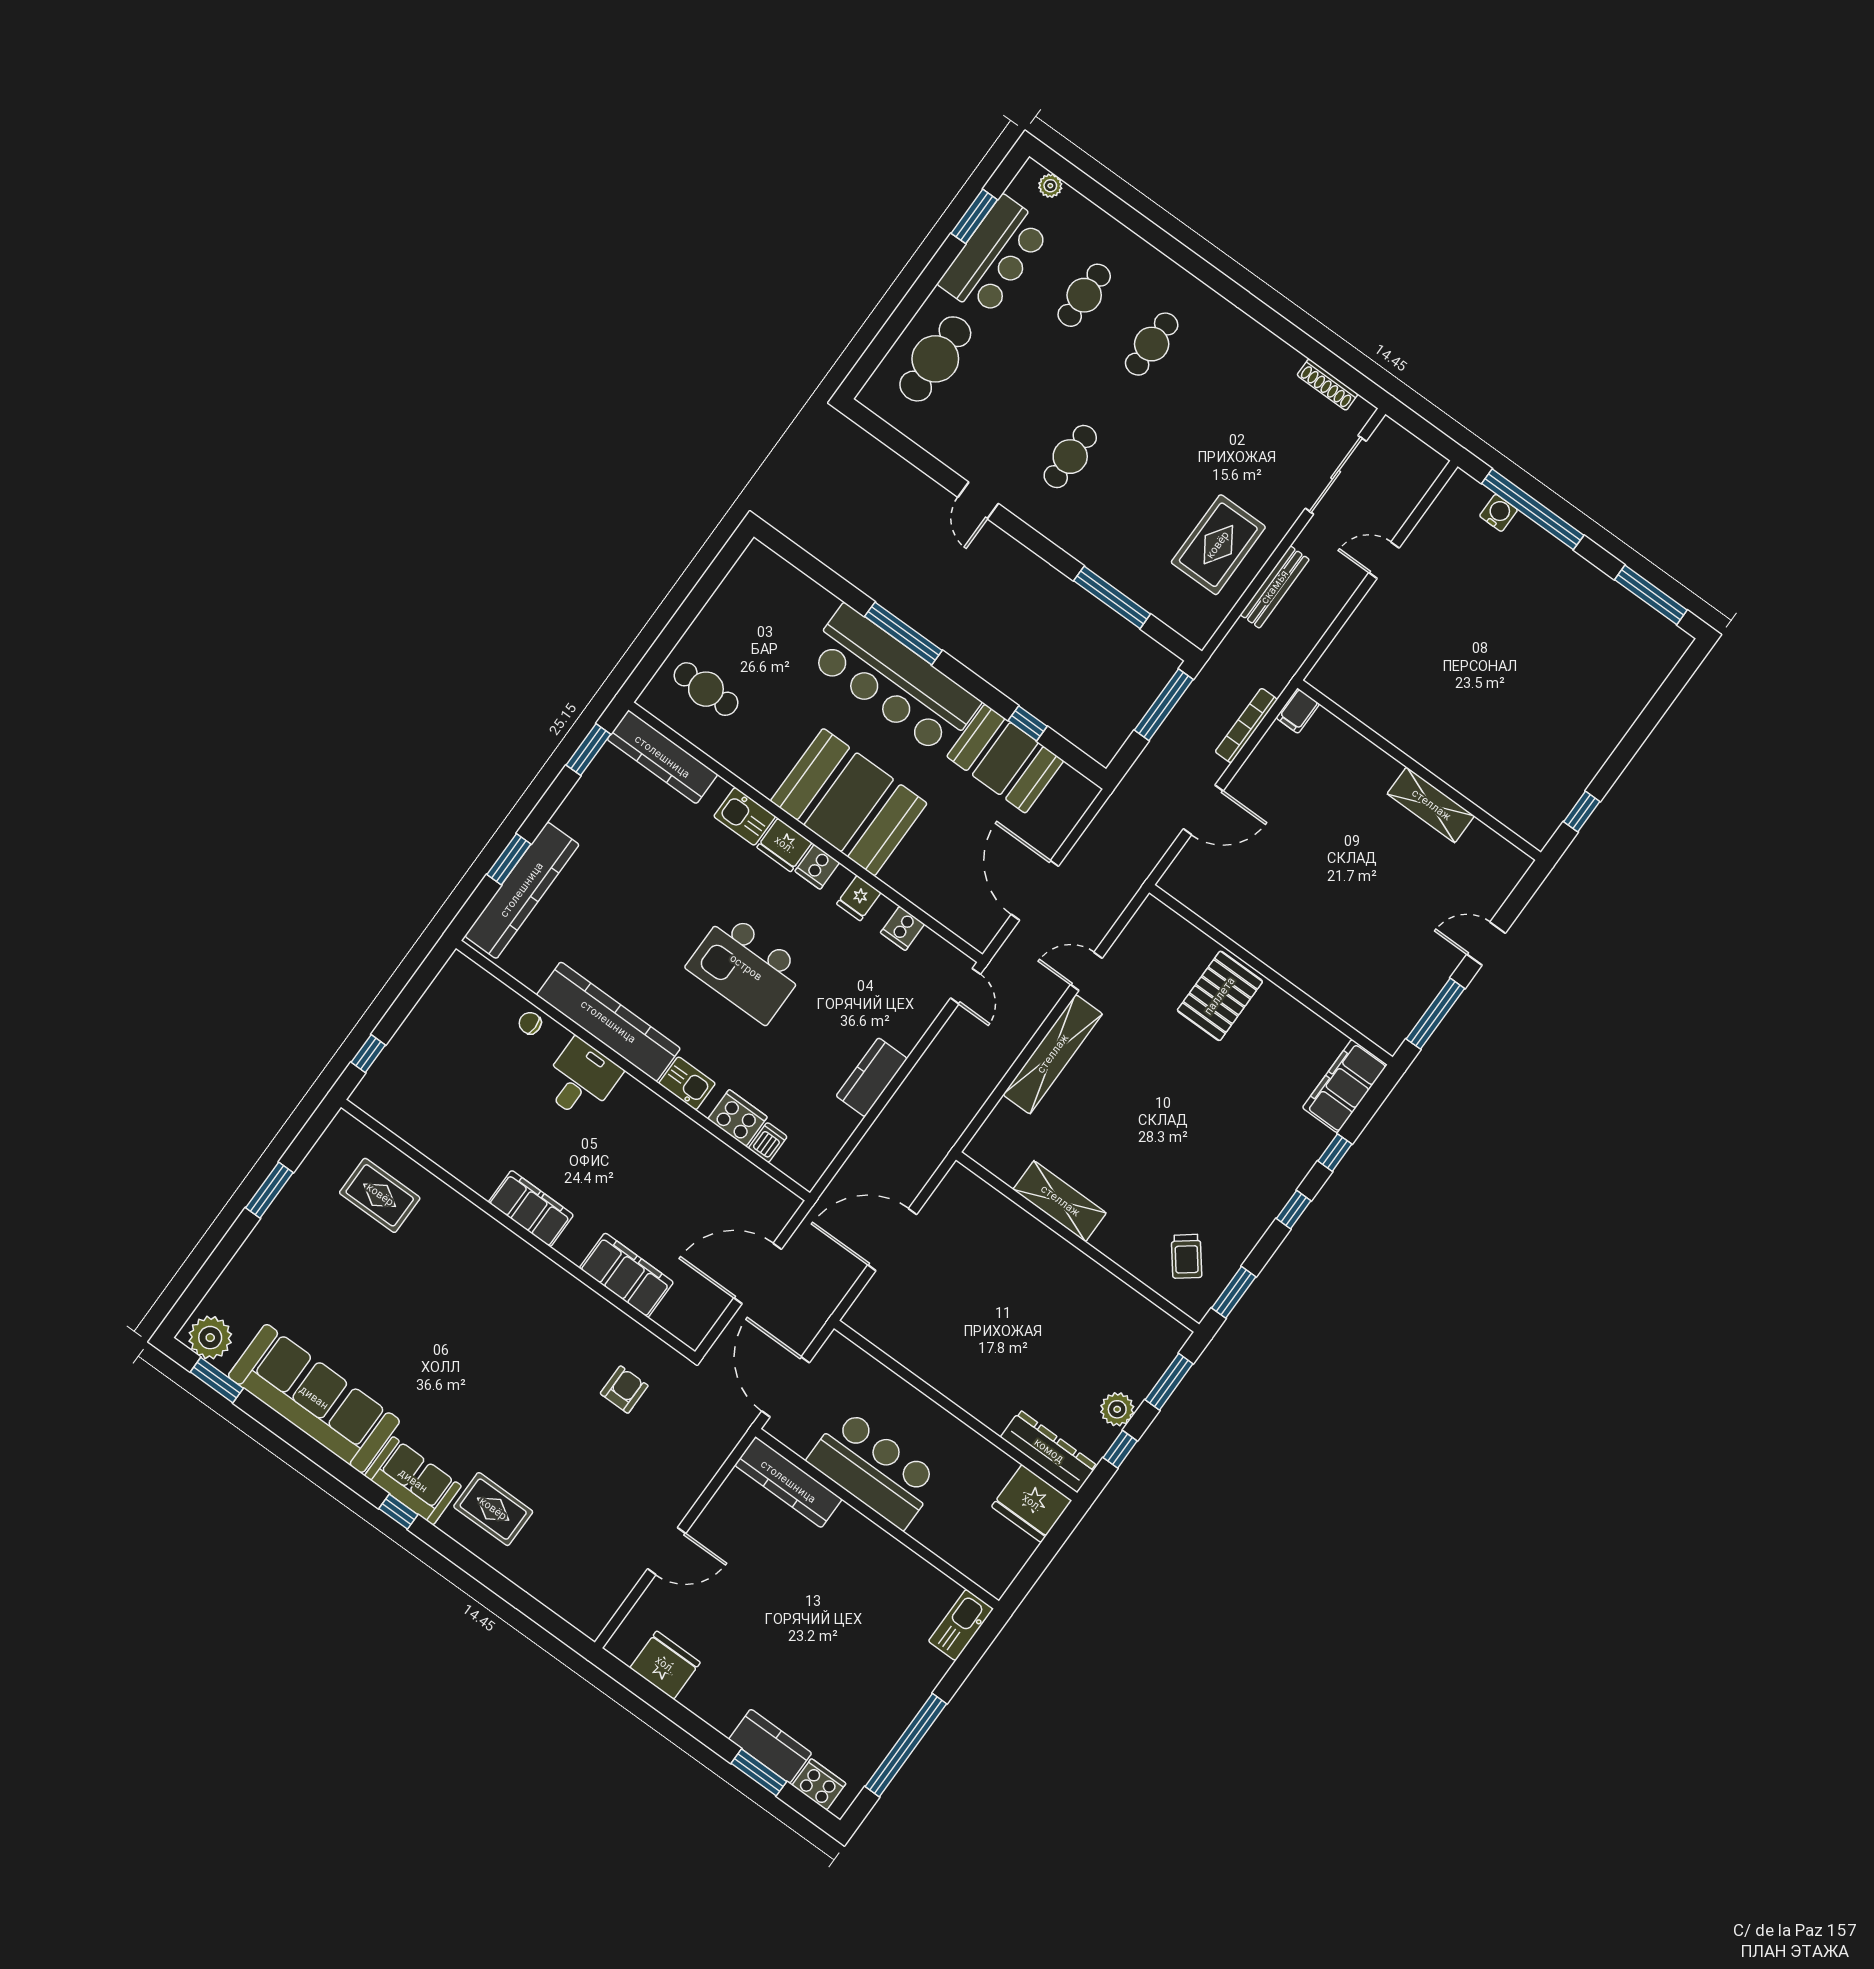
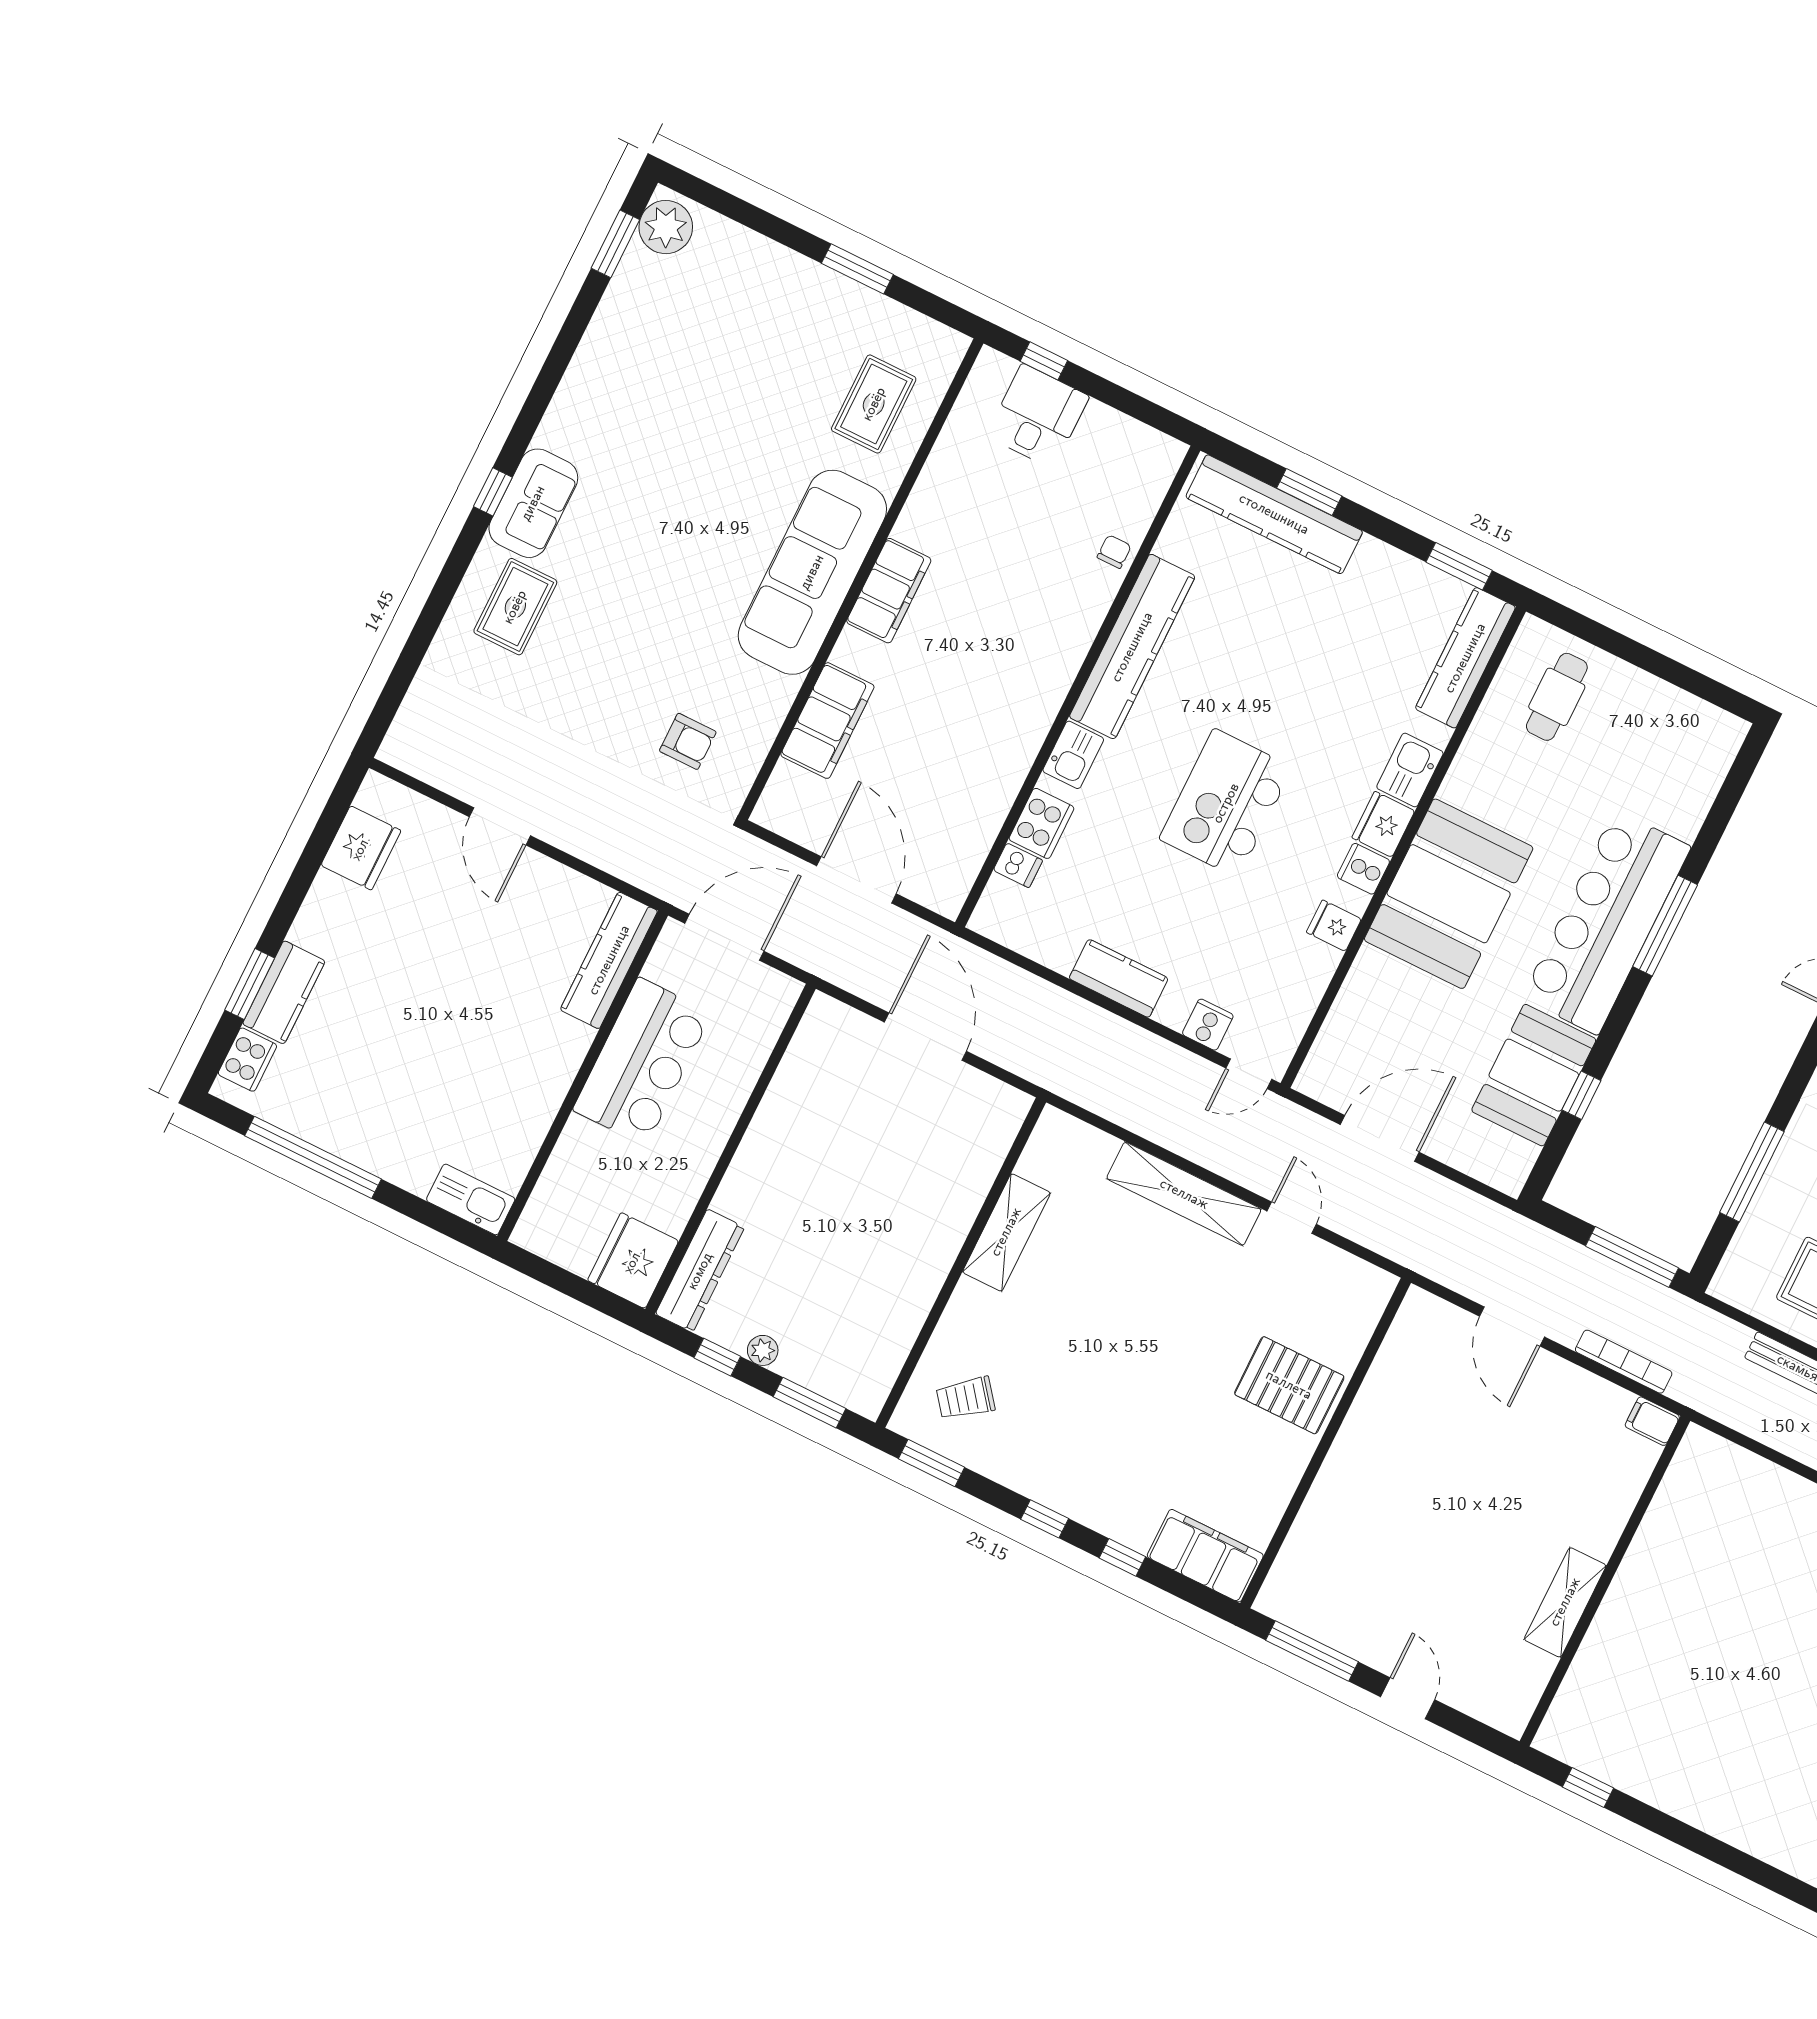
cooker: (903, 928) -> (1208, 1025), moved, turned 90
desk: (581, 1079) -> (1038, 416), moved, turned -90
sofa: (314, 1398) -> (812, 572), moved, turned 180
plant: (1117, 1409) -> (763, 1350), width x0.73, depth x0.73

